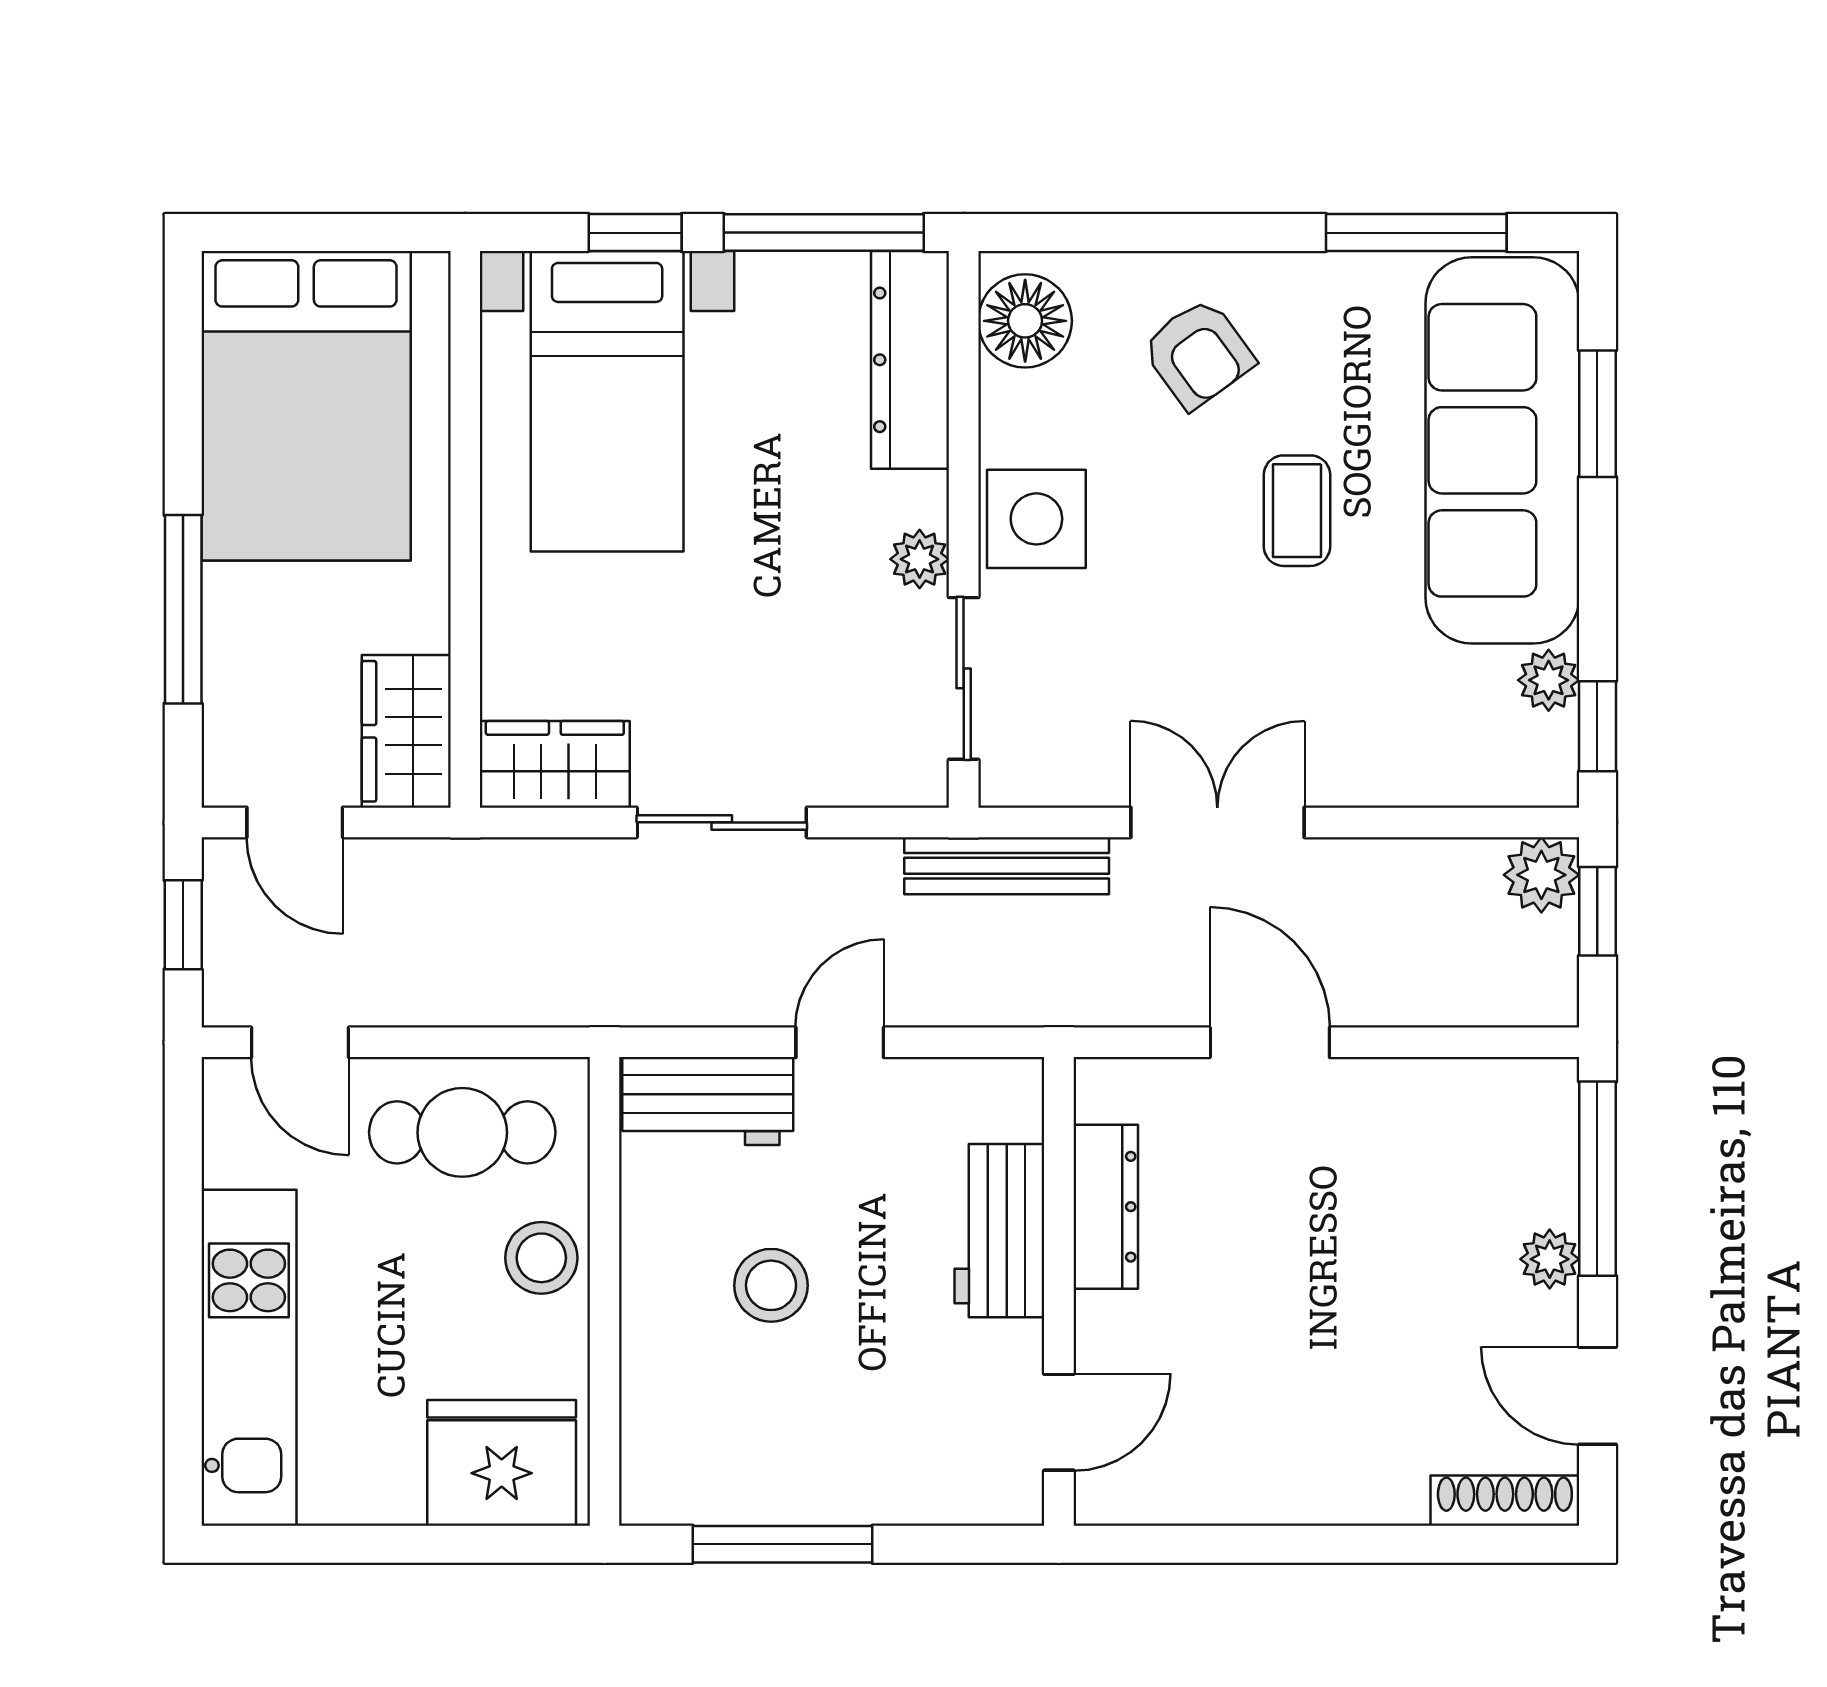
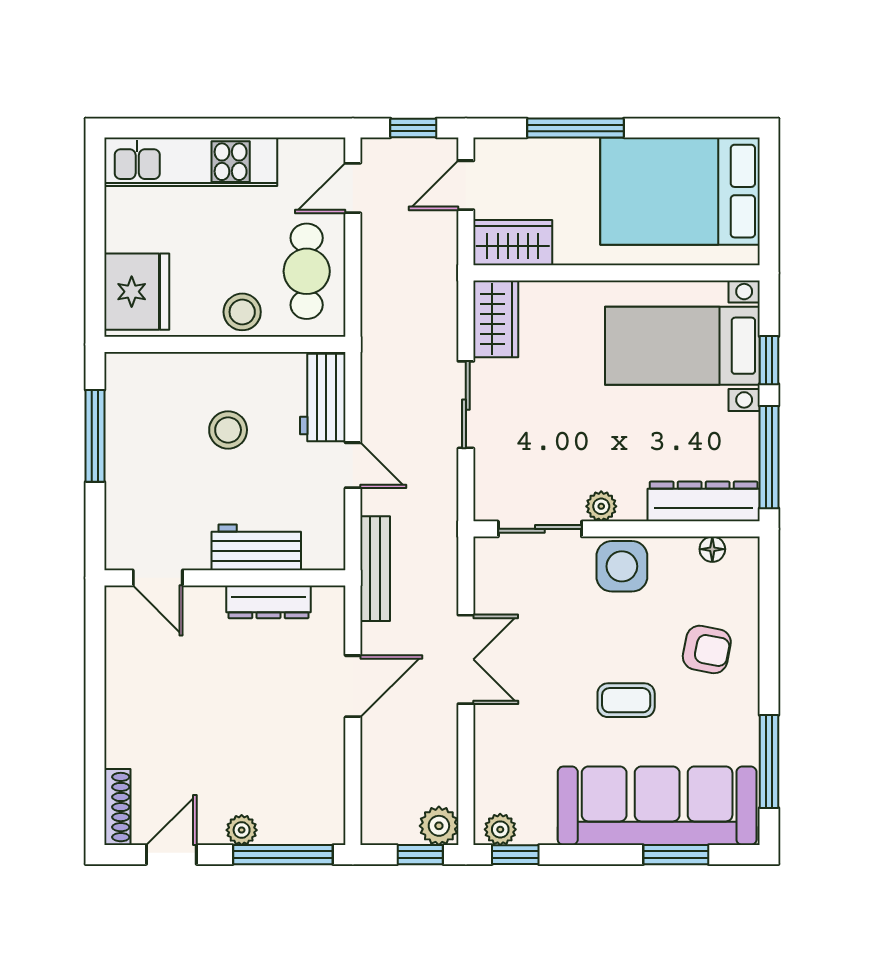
floor lamp: (1025, 321) -> (712, 549), width x0.53, depth x0.53
armchair: (1198, 354) -> (707, 649), turned -133
plant: (1549, 680) -> (500, 829), moved
bench: (1007, 866) -> (375, 569), moved

